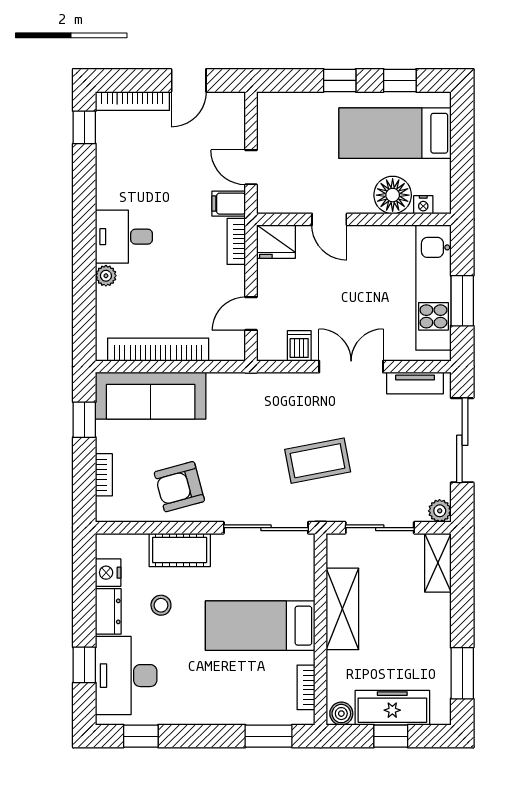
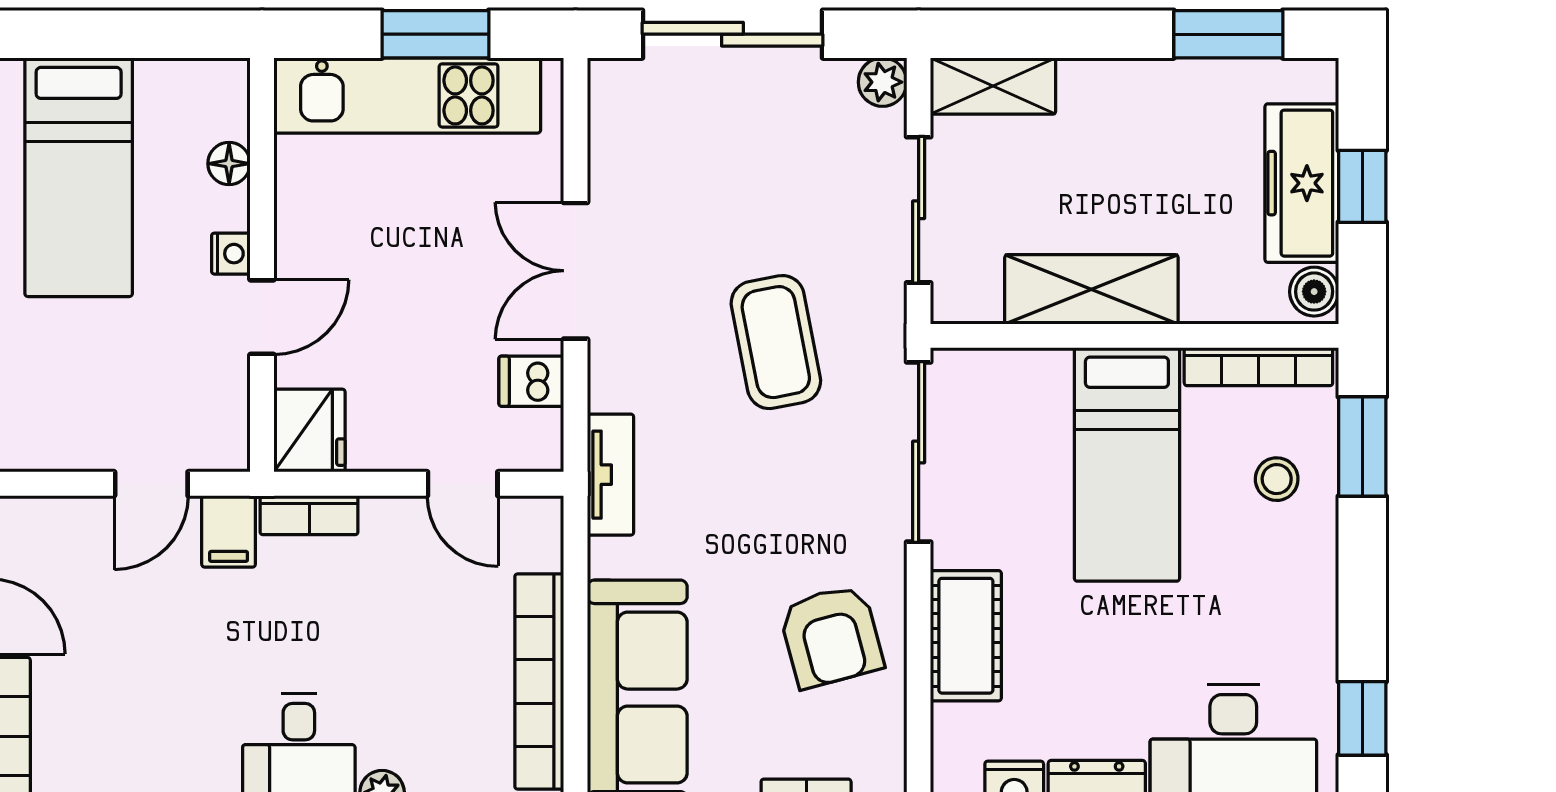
floor lamp: (393, 195) -> (229, 164), width x0.53, depth x0.53
nightstand: (423, 205) -> (231, 254), moved
tv unit: (415, 383) -> (610, 475), moved
stool: (161, 605) -> (1277, 479), moved
bookcase: (306, 687) -> (1258, 367), width x1.56

